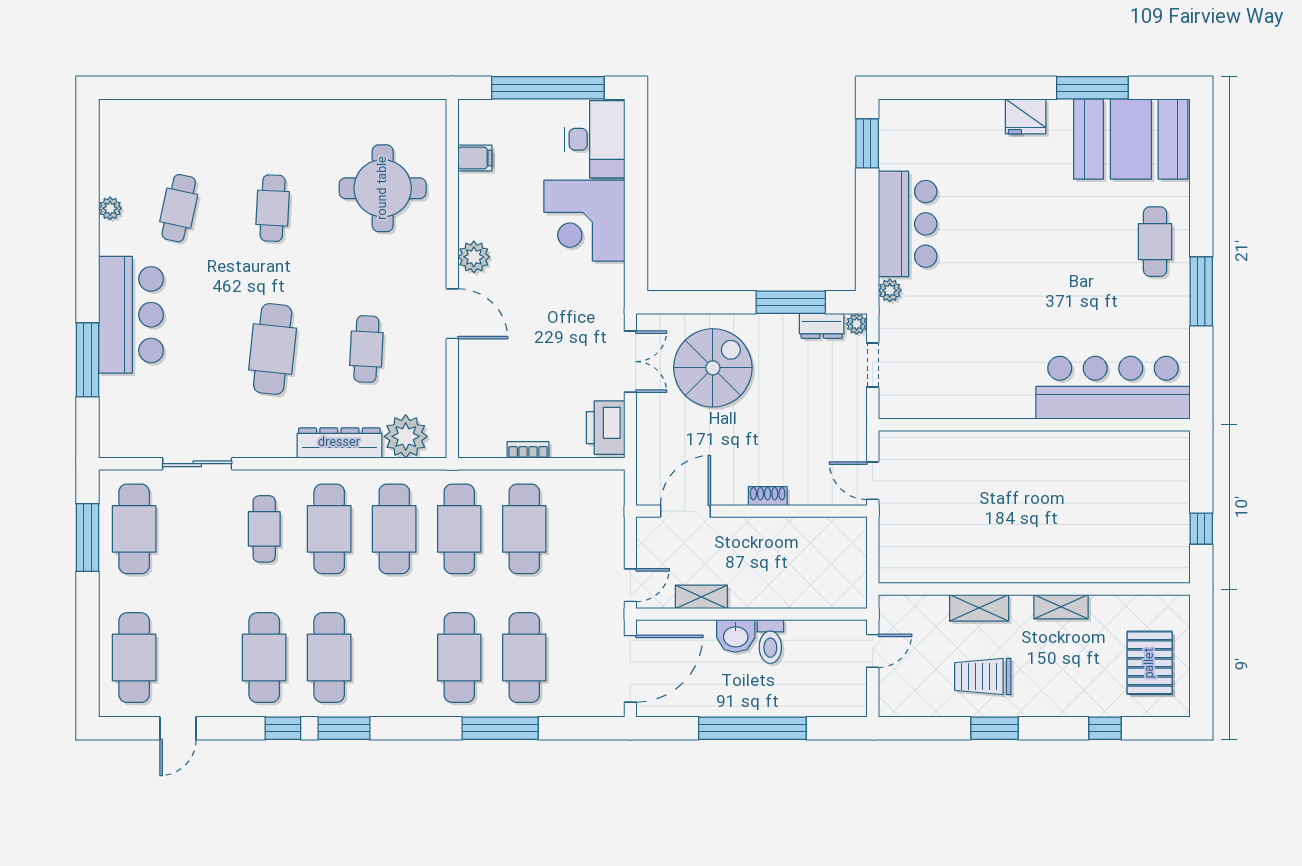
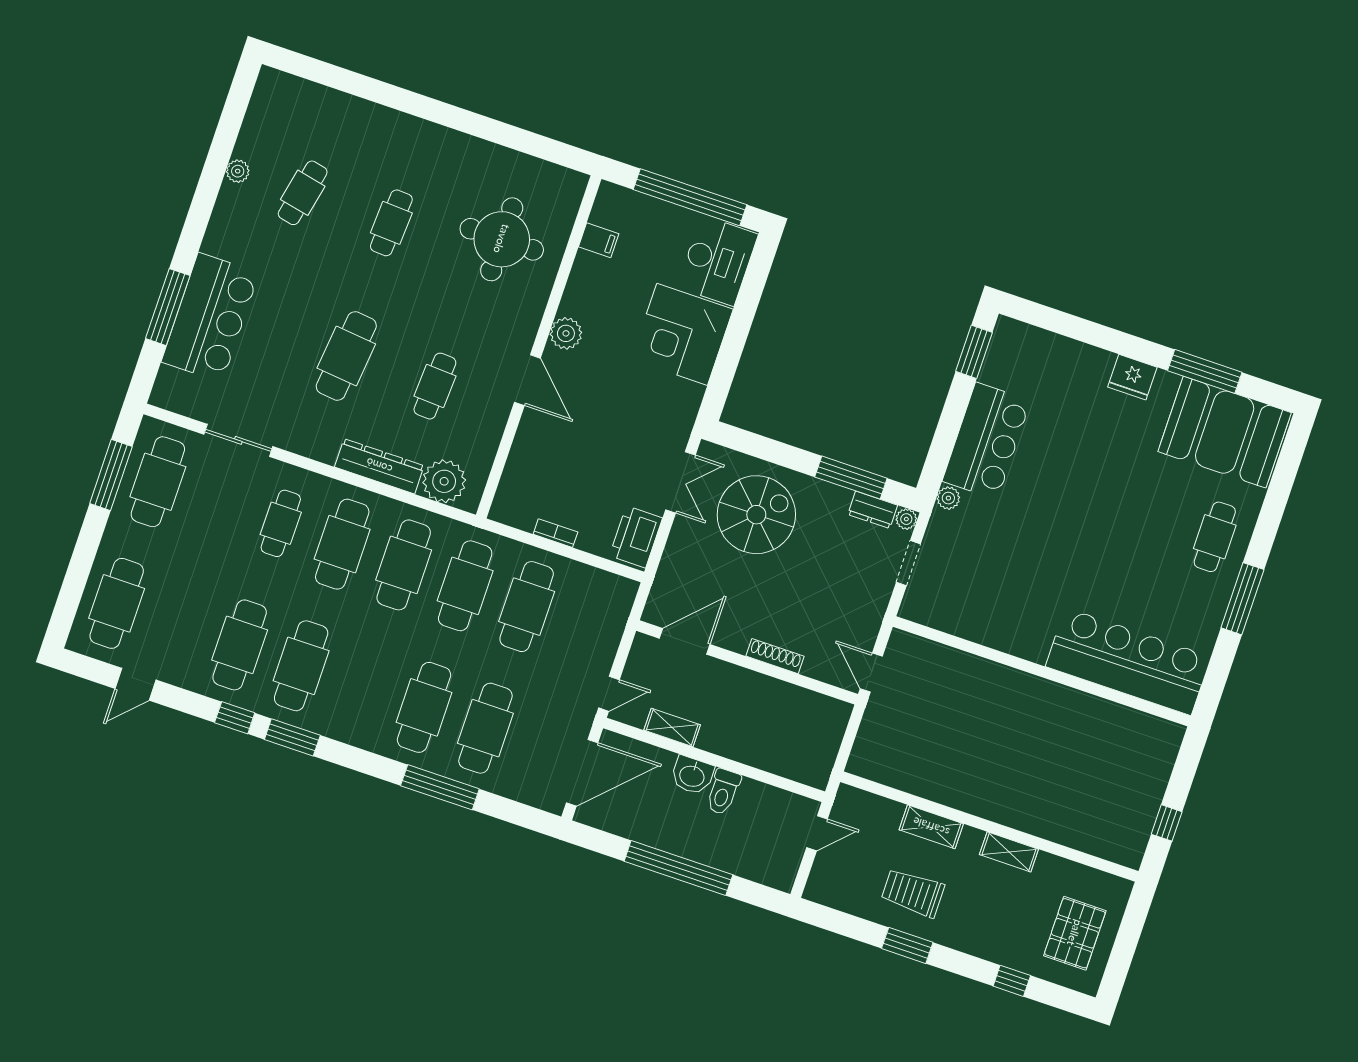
bar counter: (131, 315) -> (210, 317), moved
shoe rack: (768, 496) -> (775, 656), width x1.43

